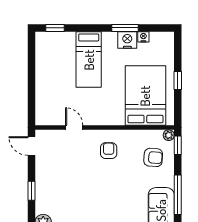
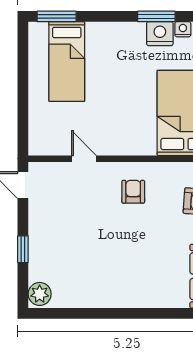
window: (55, 28) -> (57, 16), width x1.50
bed: (89, 60) -> (67, 62), moved

